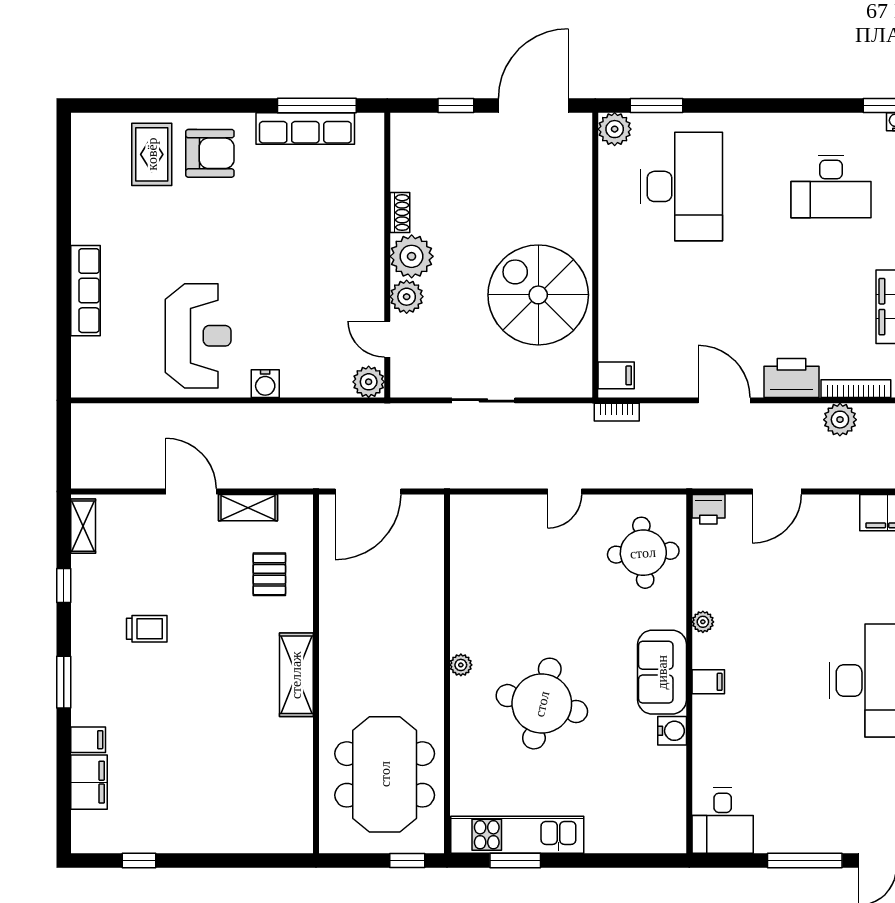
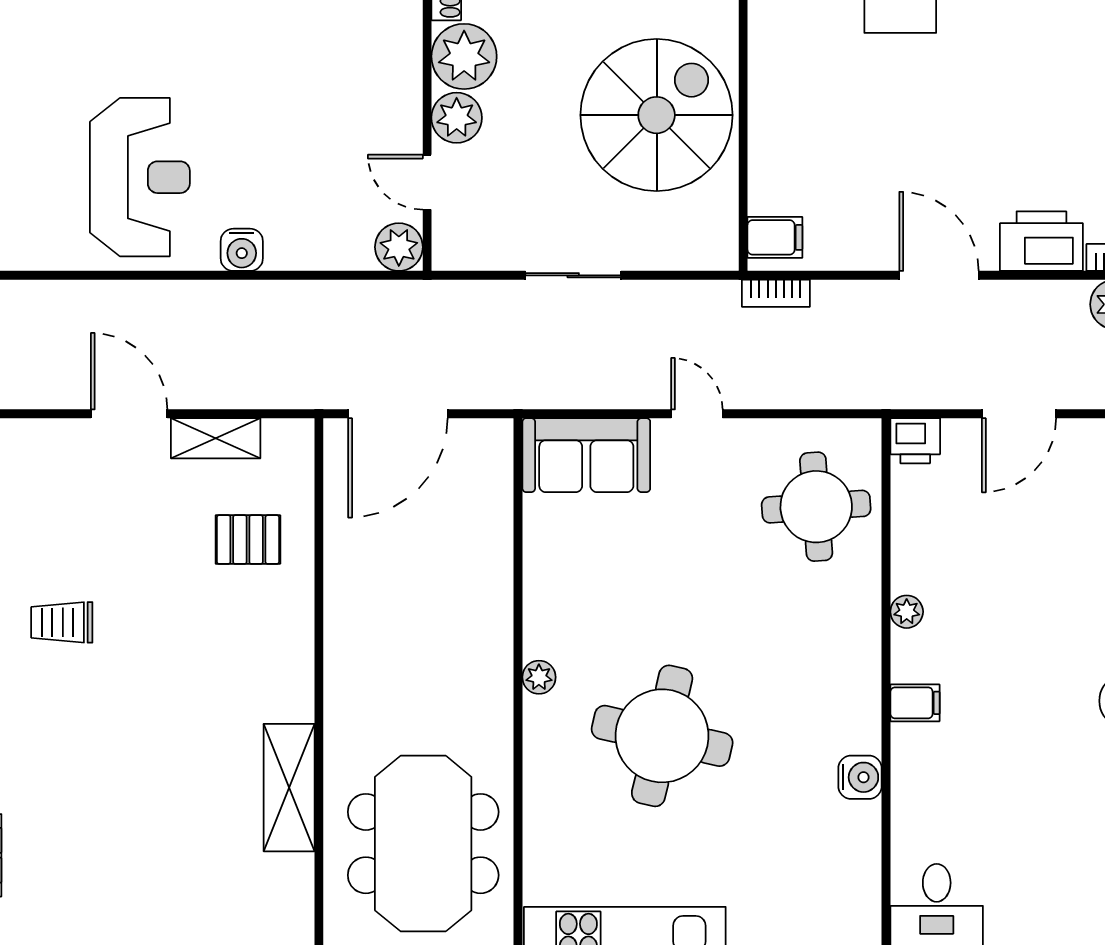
spiral stairs: (538, 295) -> (657, 115), turned 90
door: (565, 492) -> (697, 414), swing flipped
pallet: (269, 574) -> (248, 540), turned 90
trolley: (147, 629) -> (62, 622), turned 180
sofa: (662, 672) -> (586, 455), moved, turned -90
shelving: (296, 675) -> (289, 788), moved

